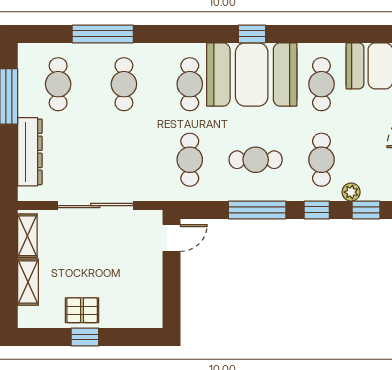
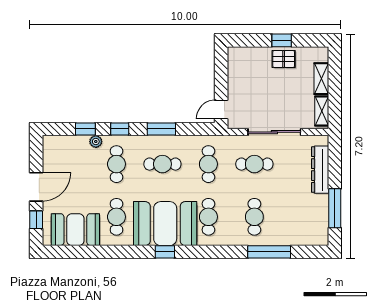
cafe table: (58, 84) -> (254, 164), moved, turned 90
window: (257, 210) -> (161, 129), width x0.69

